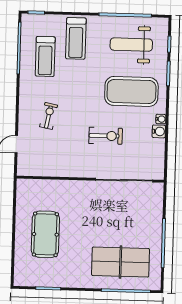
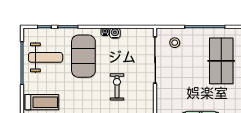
weight bench: (131, 45) -> (46, 57), turned -90
exercise bike: (106, 136) -> (117, 87), moved
stool: (145, 205) -> (175, 43), added

